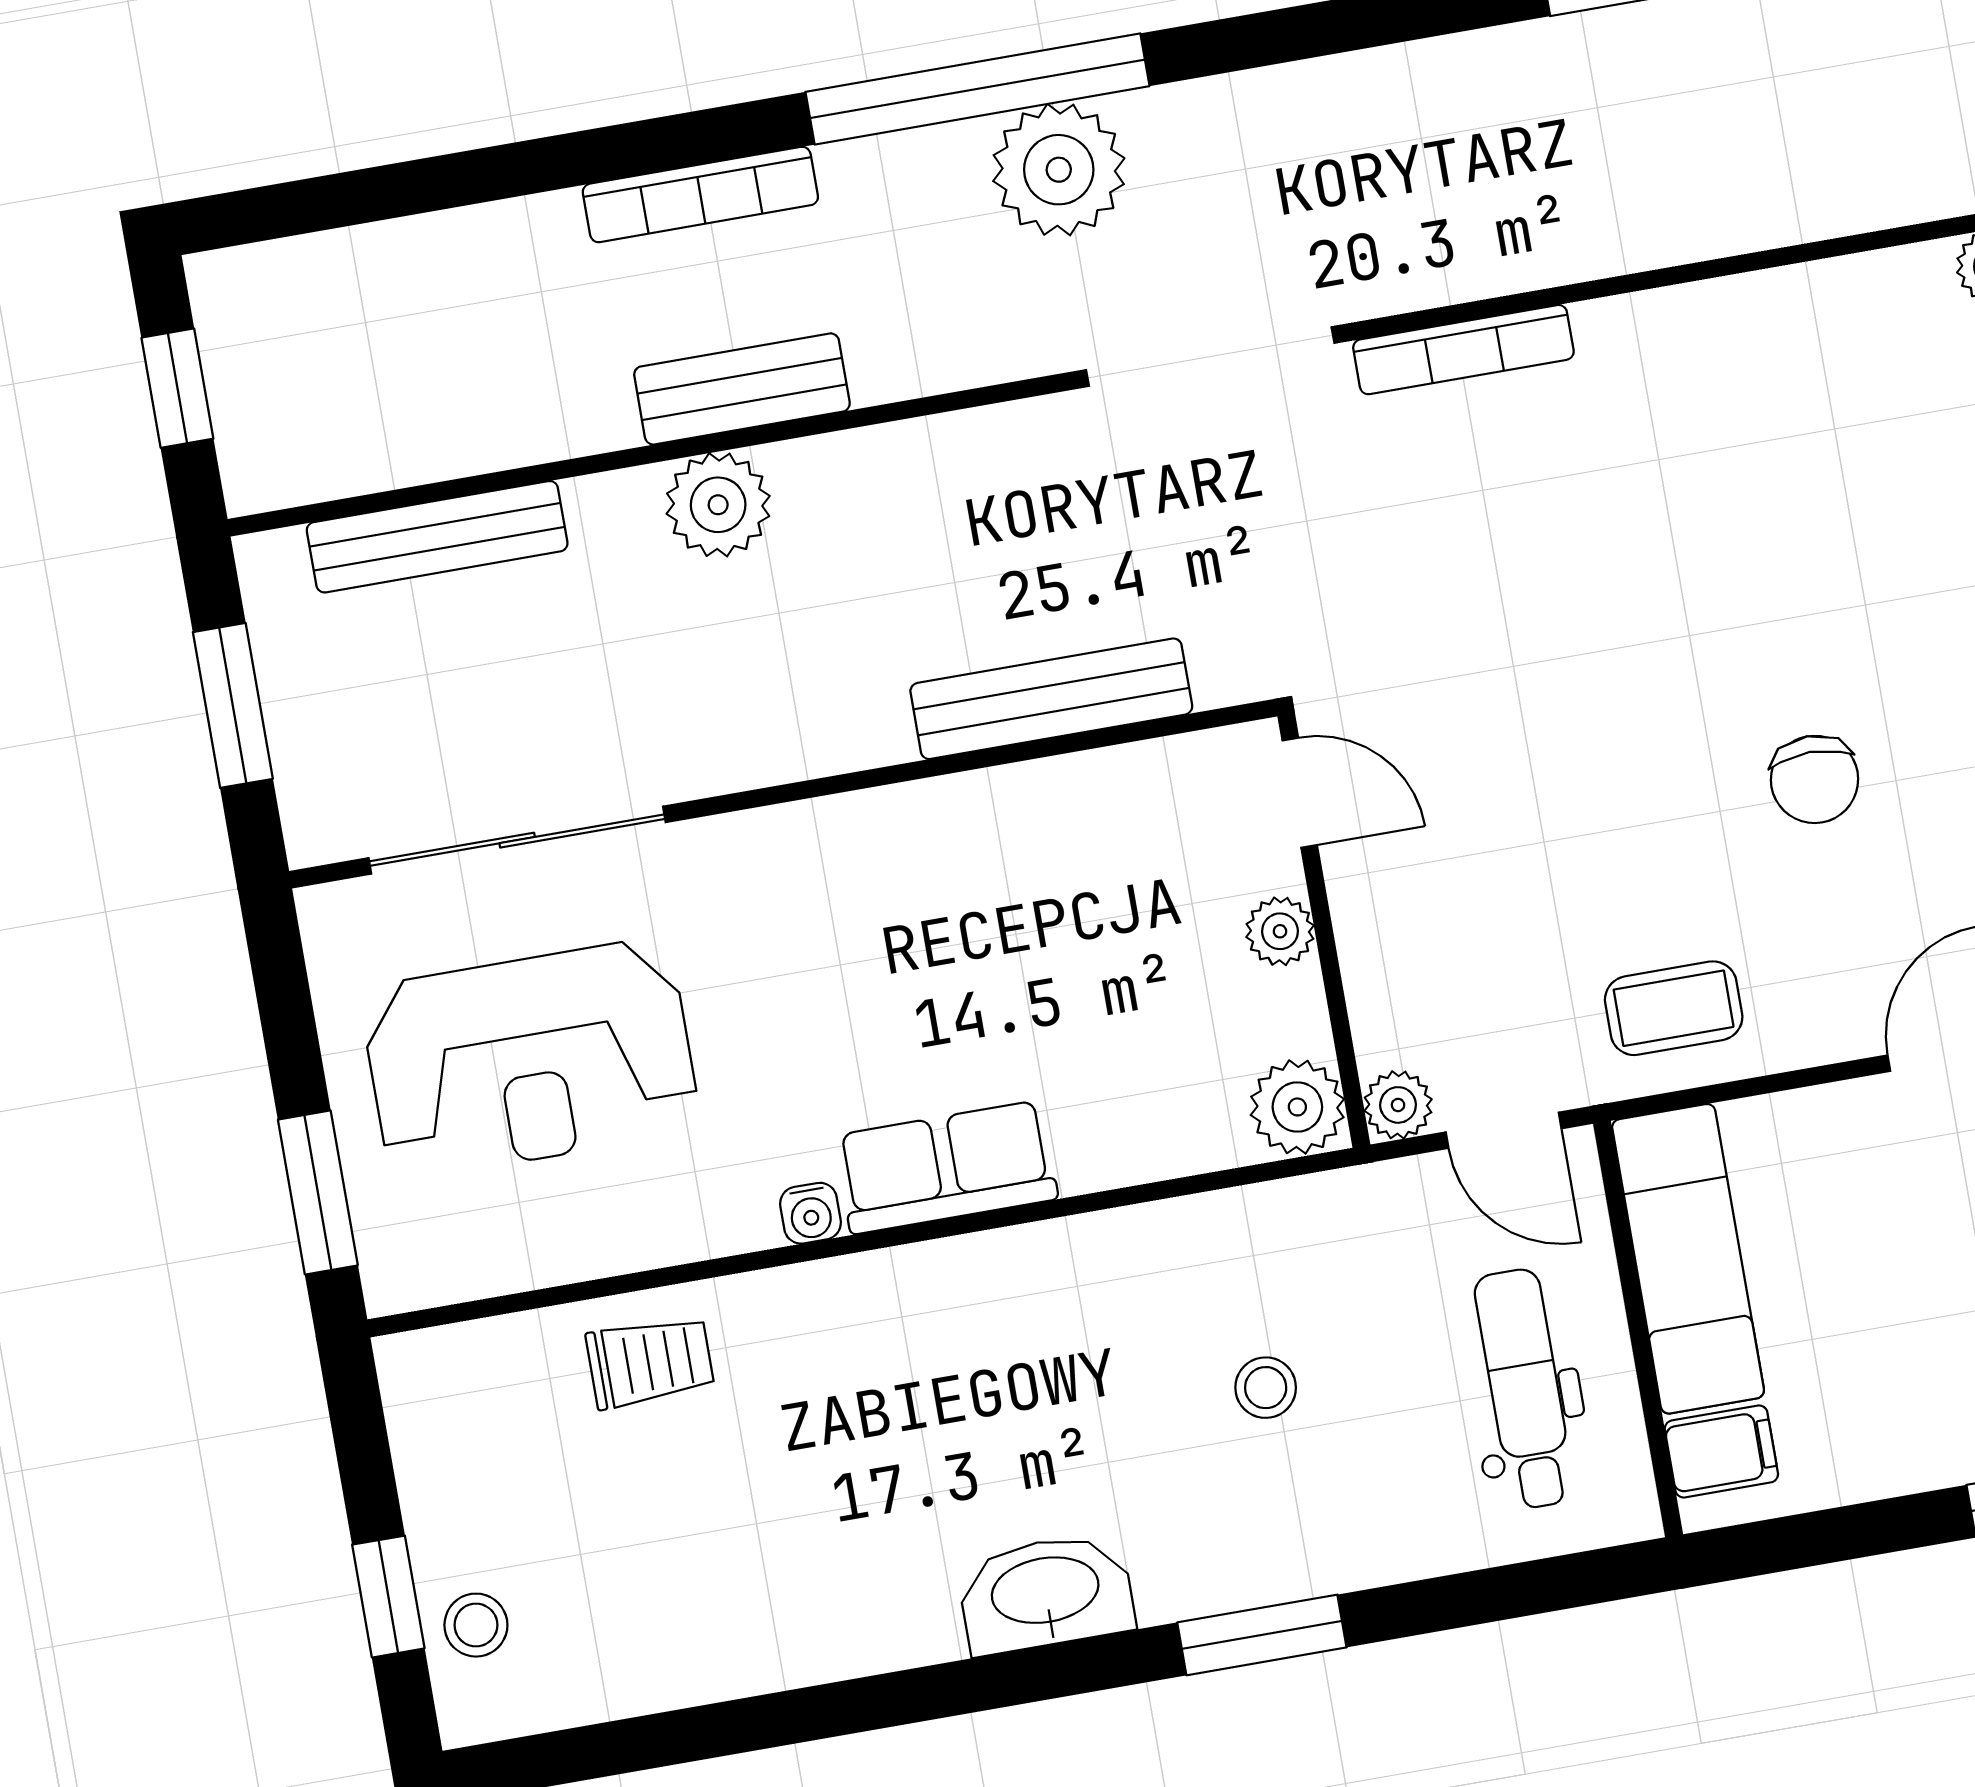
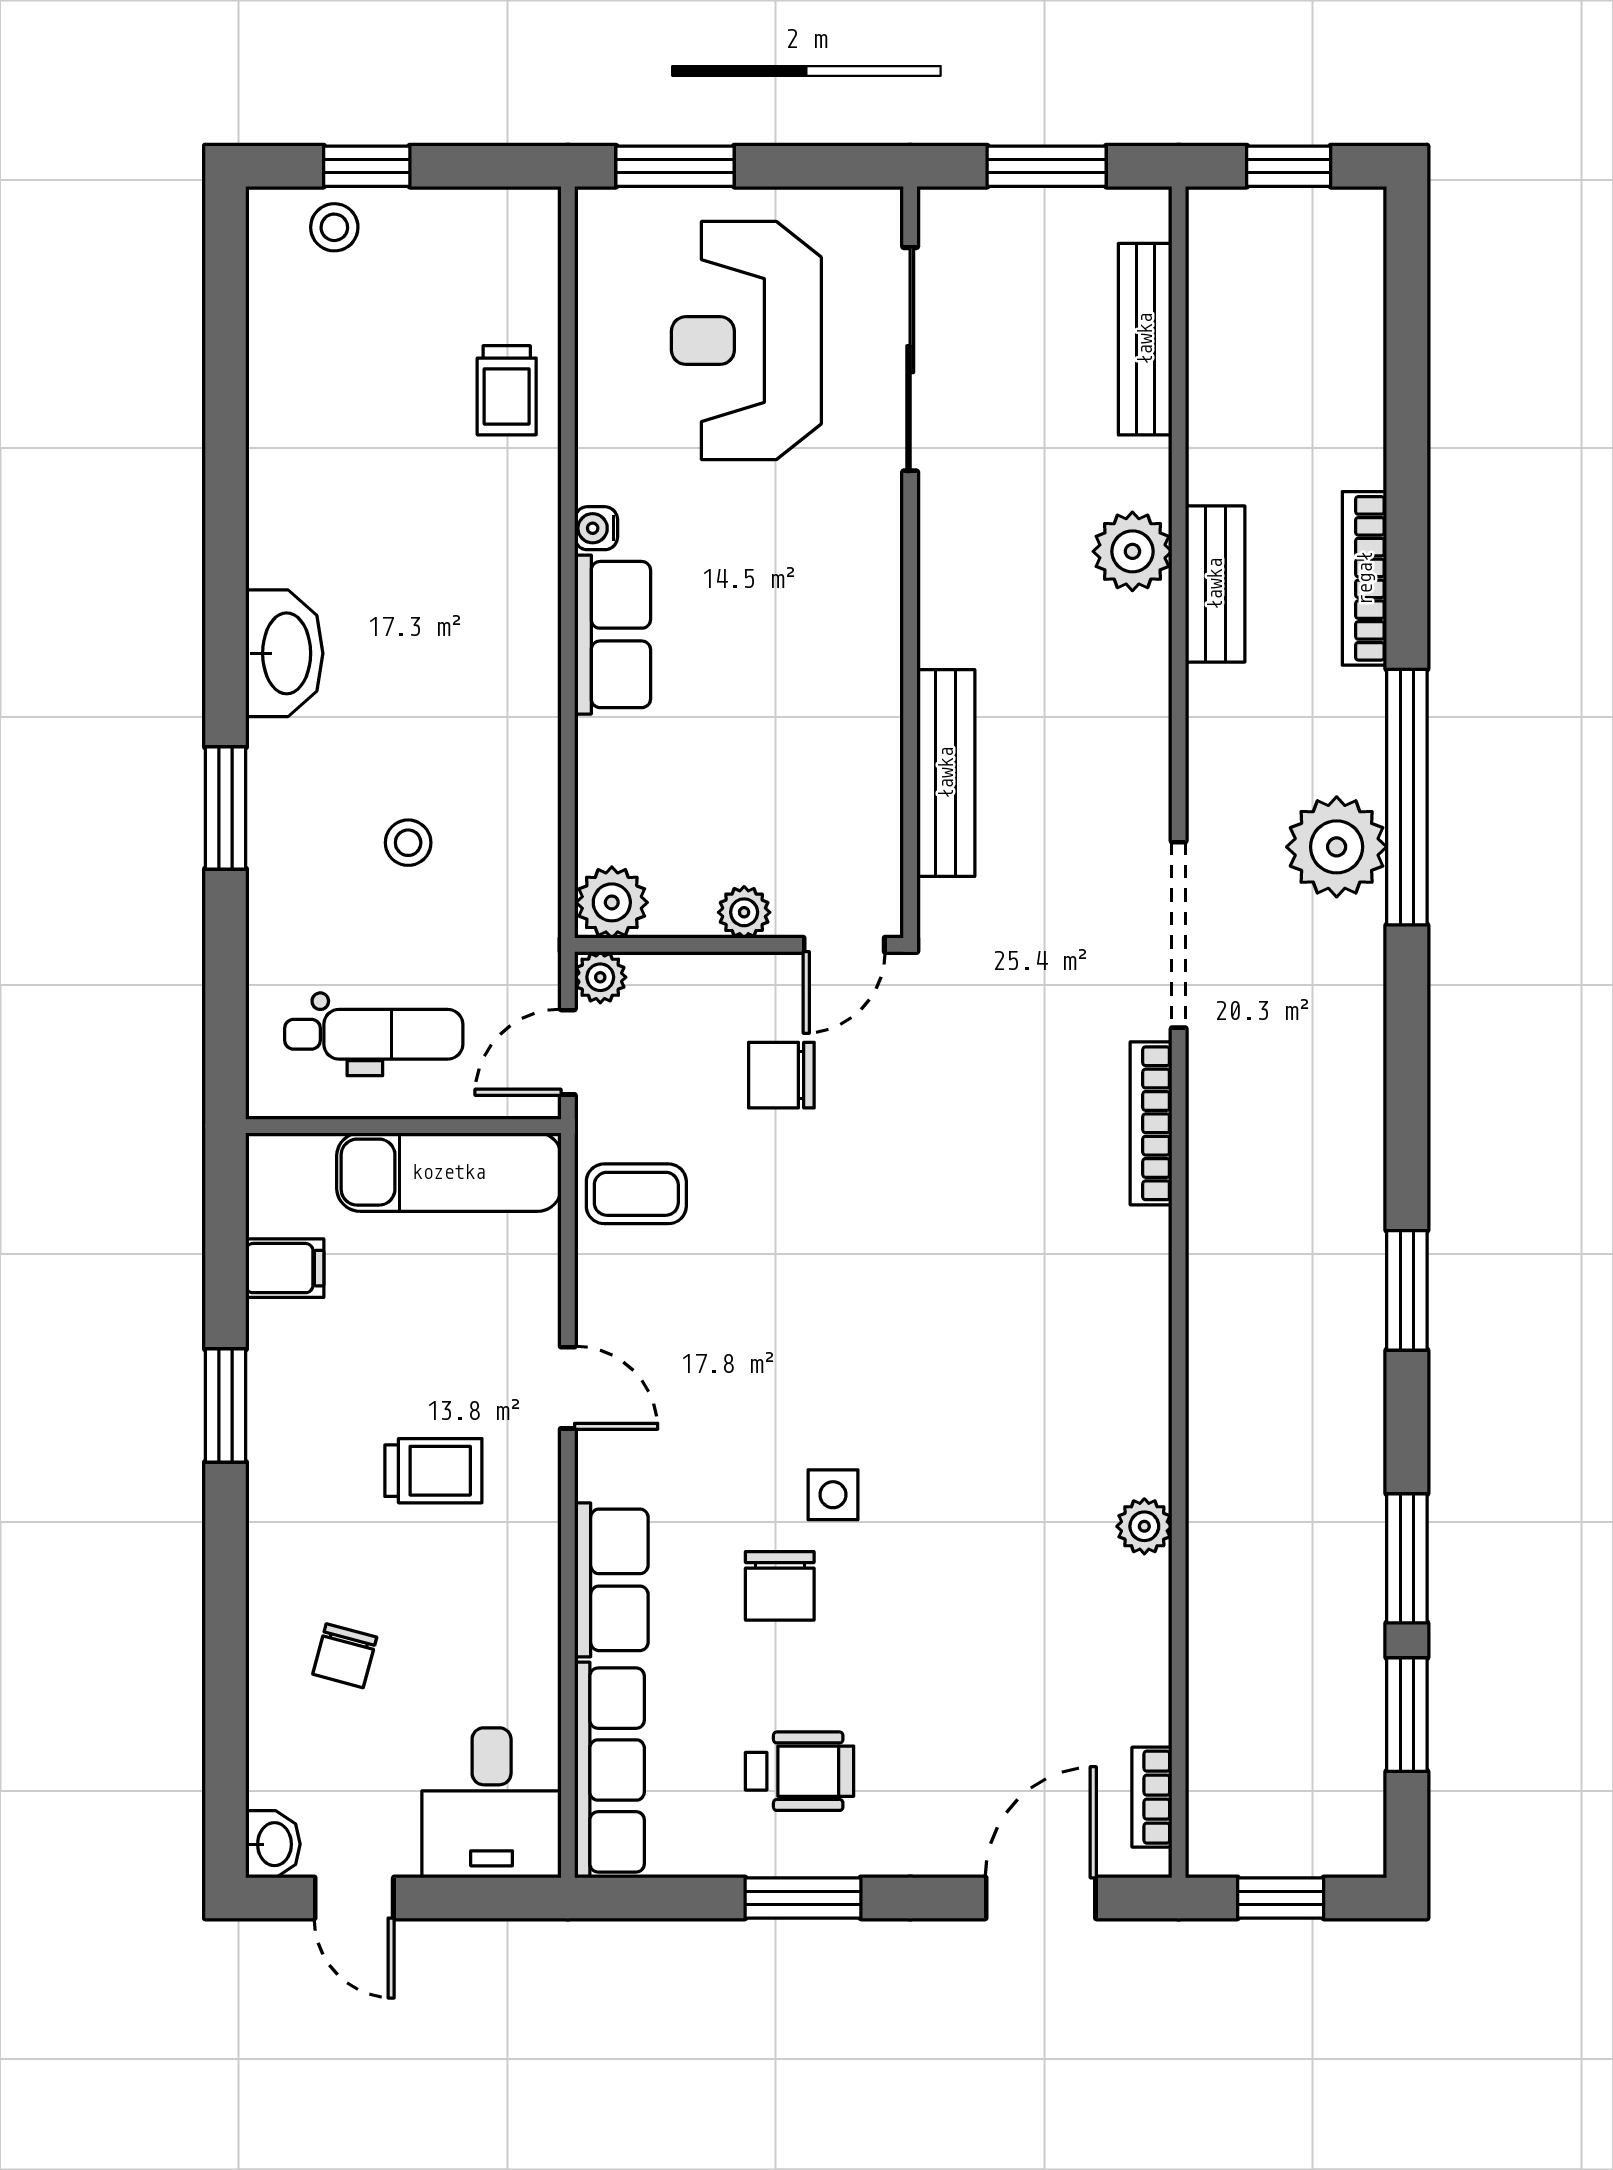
chair: (1814, 779) -> (781, 1075), moved
coffee table: (1674, 1008) -> (636, 1194), turned 90
filing cabinet: (1721, 1451) -> (285, 1268), moved, turned -90

